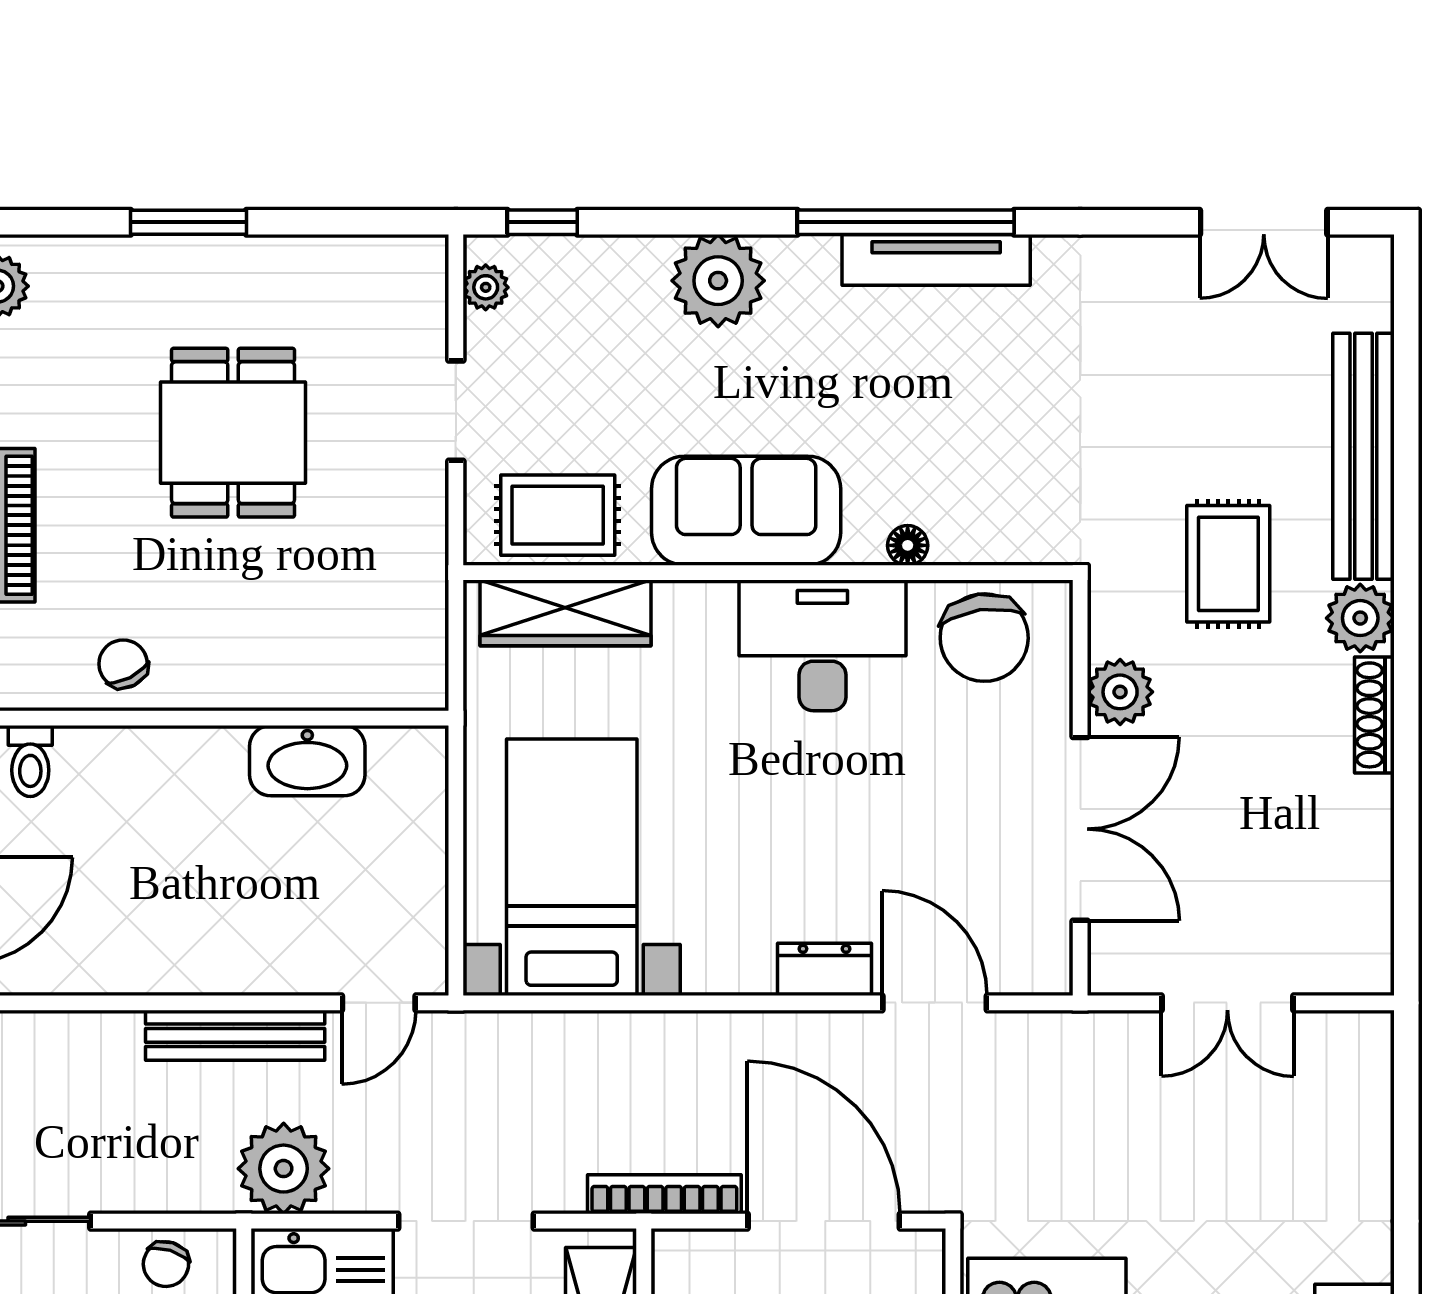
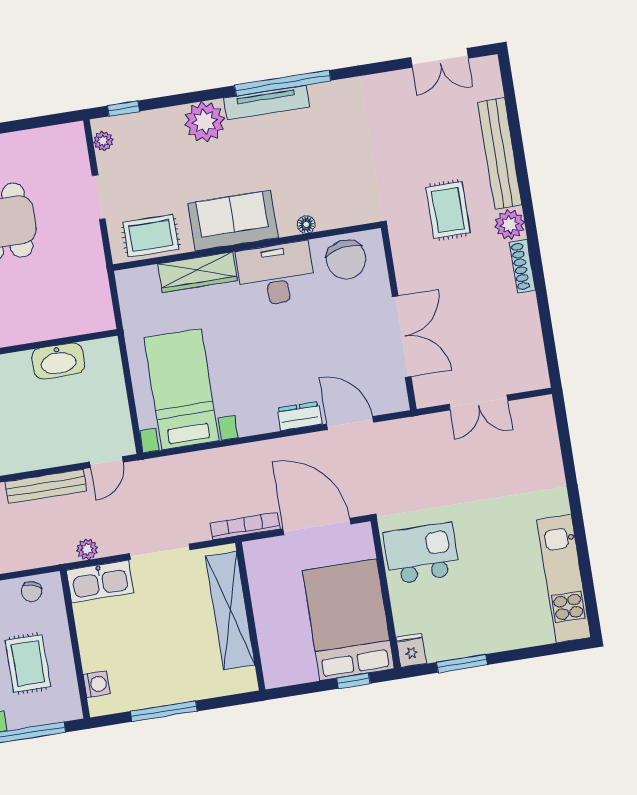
tv unit: (936, 260) -> (267, 102), moved
wardrobe: (565, 613) -> (198, 272), moved
plant: (1120, 692) -> (410, 274), removed
plant: (284, 1169) -> (87, 549), width x0.53, depth x0.53

